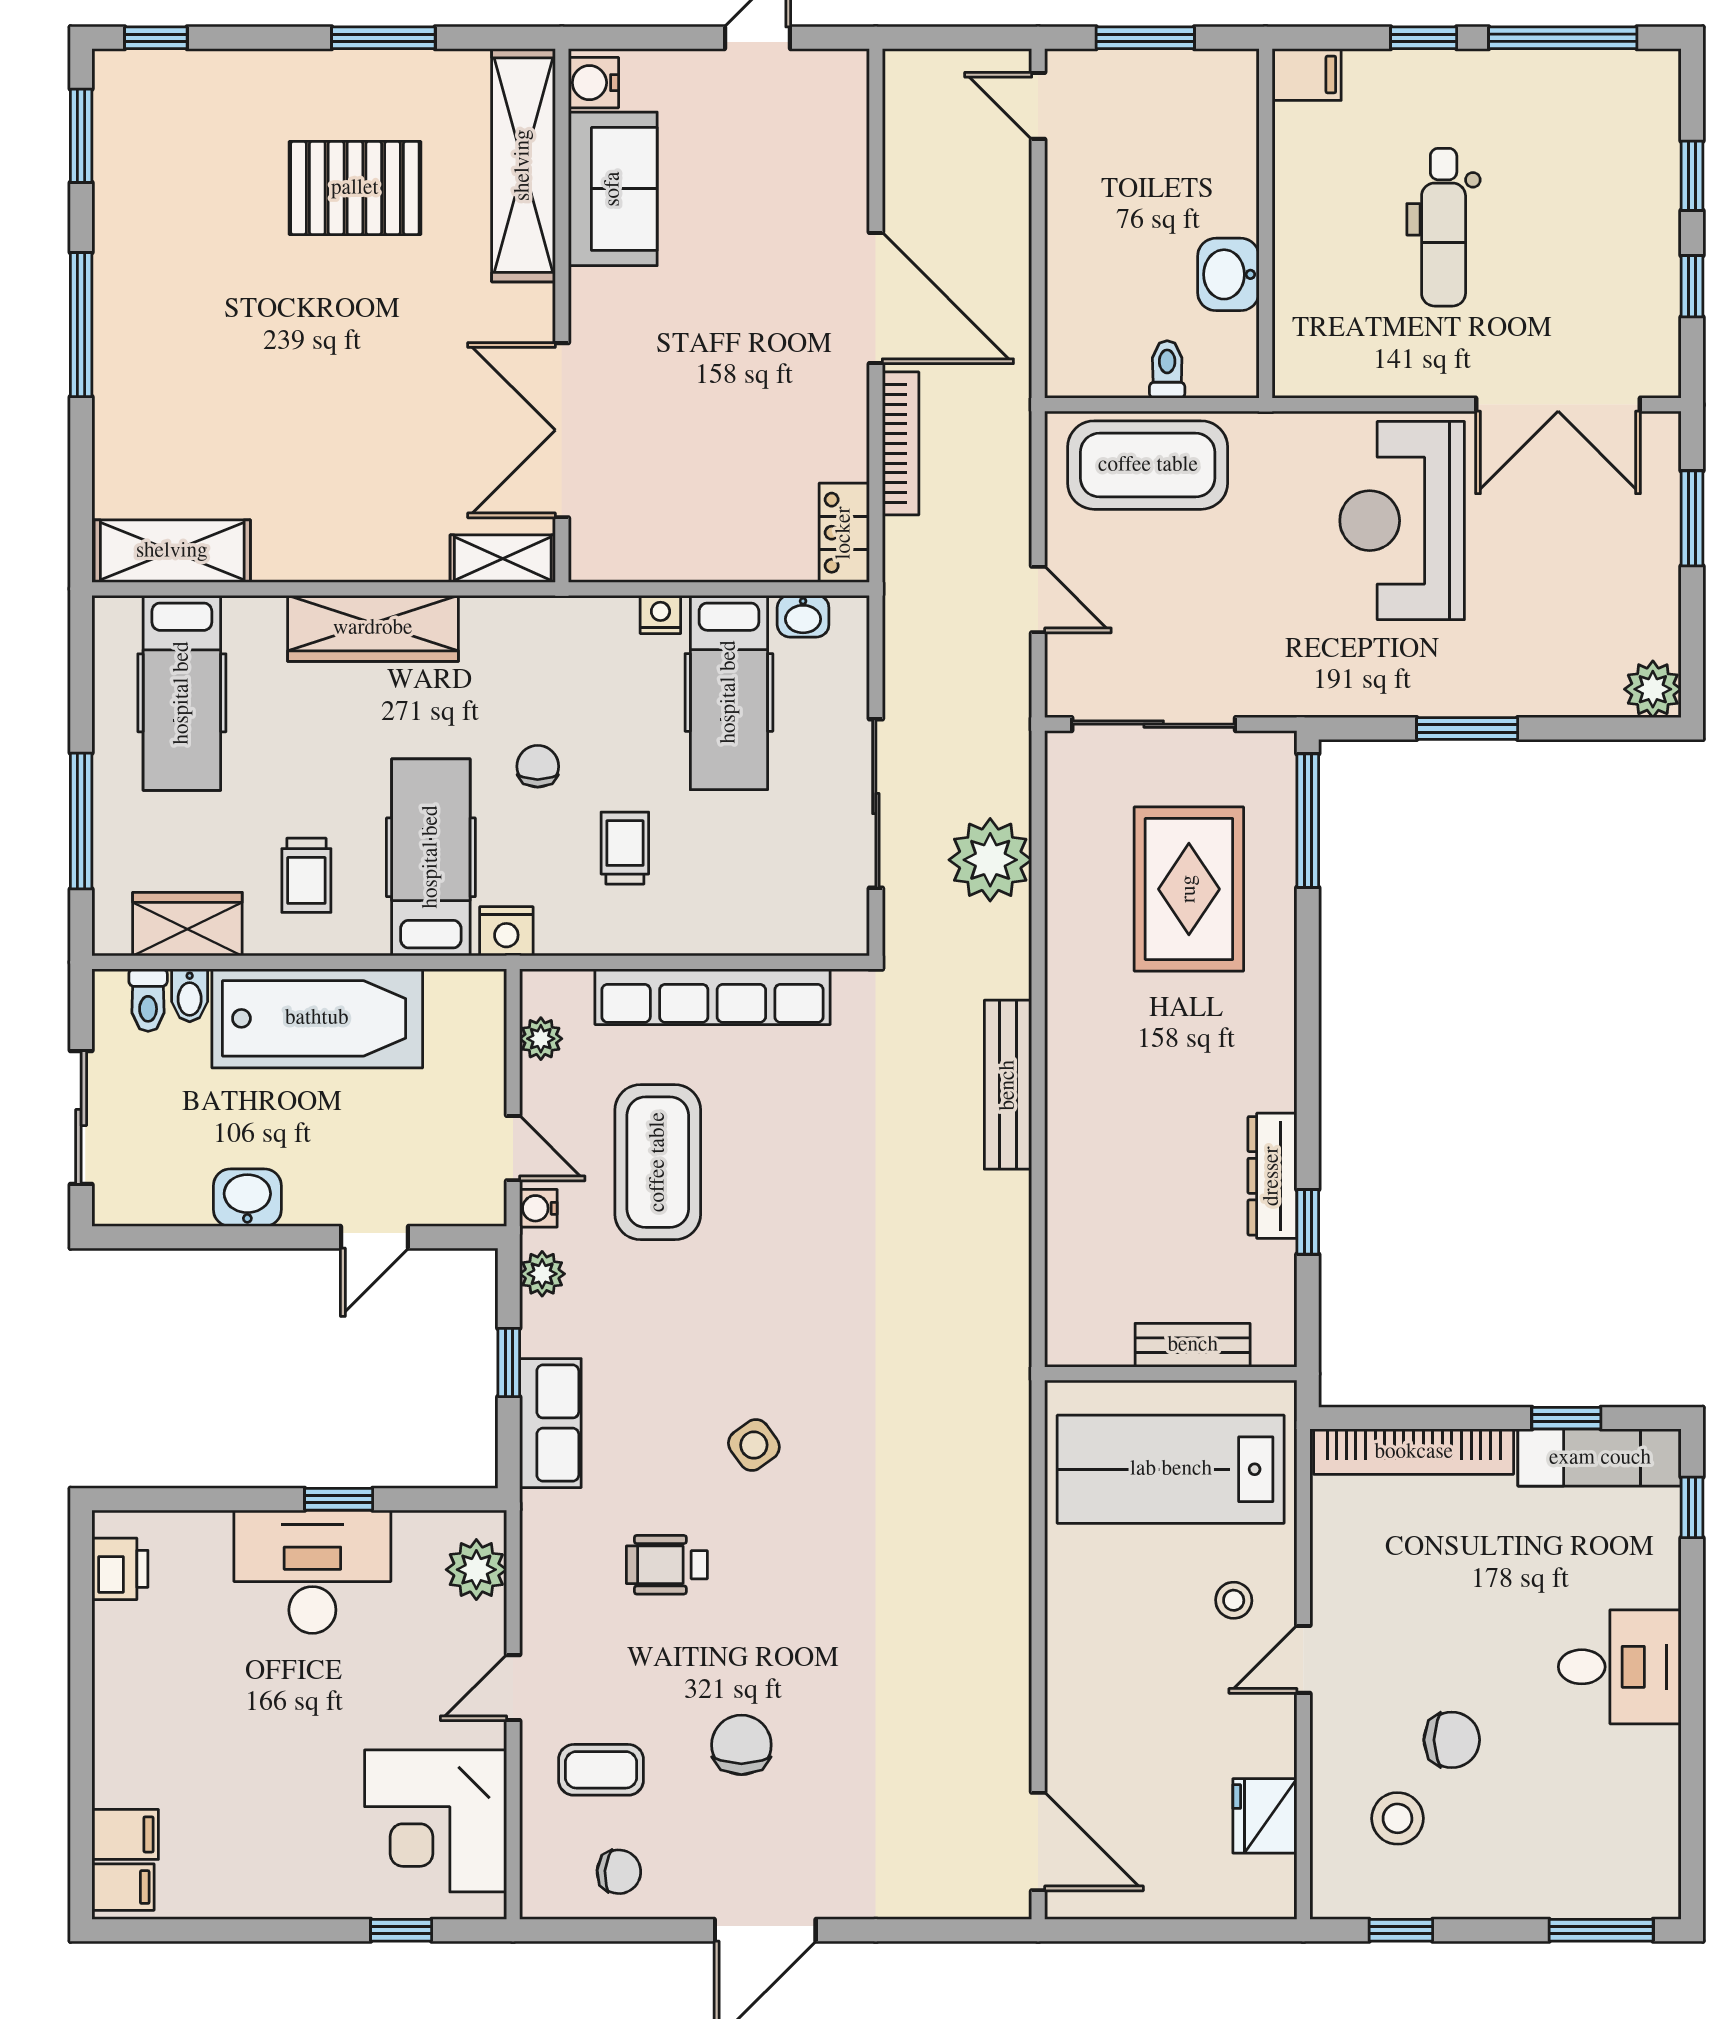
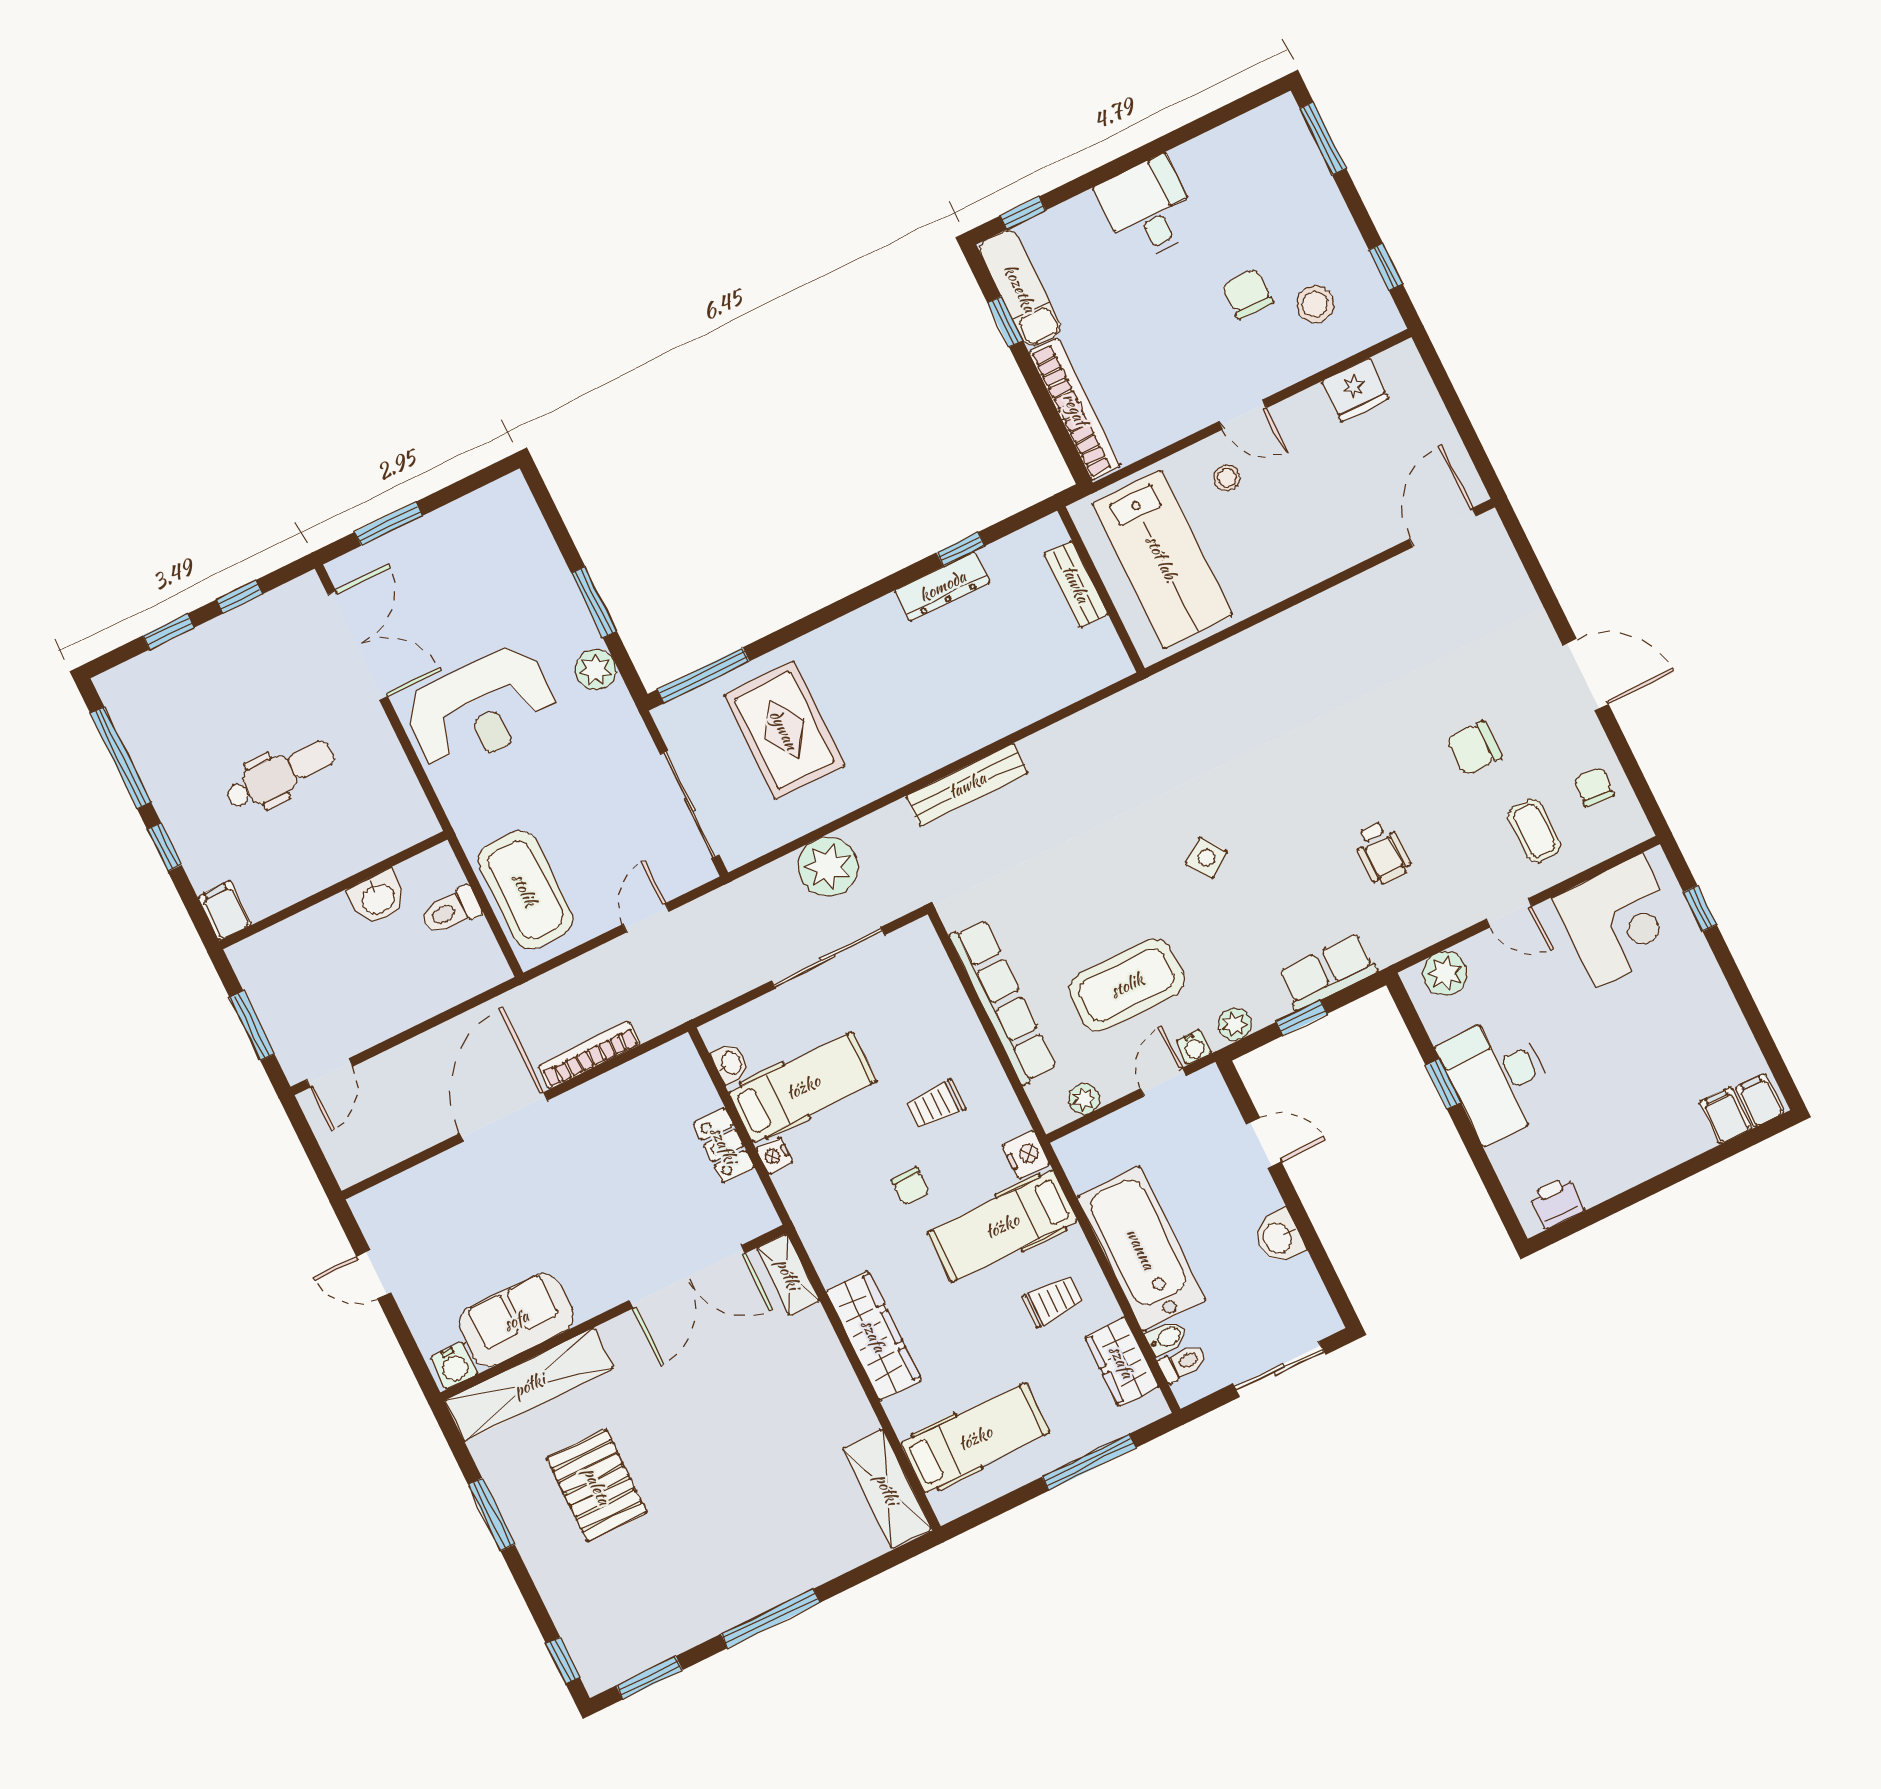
toilet: (1167, 369) -> (451, 911), width x1.37, depth x1.39
locker: (844, 533) -> (724, 1145), moved, turned 90
plant: (1653, 689) -> (596, 670), moved
chair: (538, 766) -> (910, 1187), turned -90
rug: (1189, 889) -> (784, 730), turned 90
side table: (754, 1445) -> (1206, 858), moved

